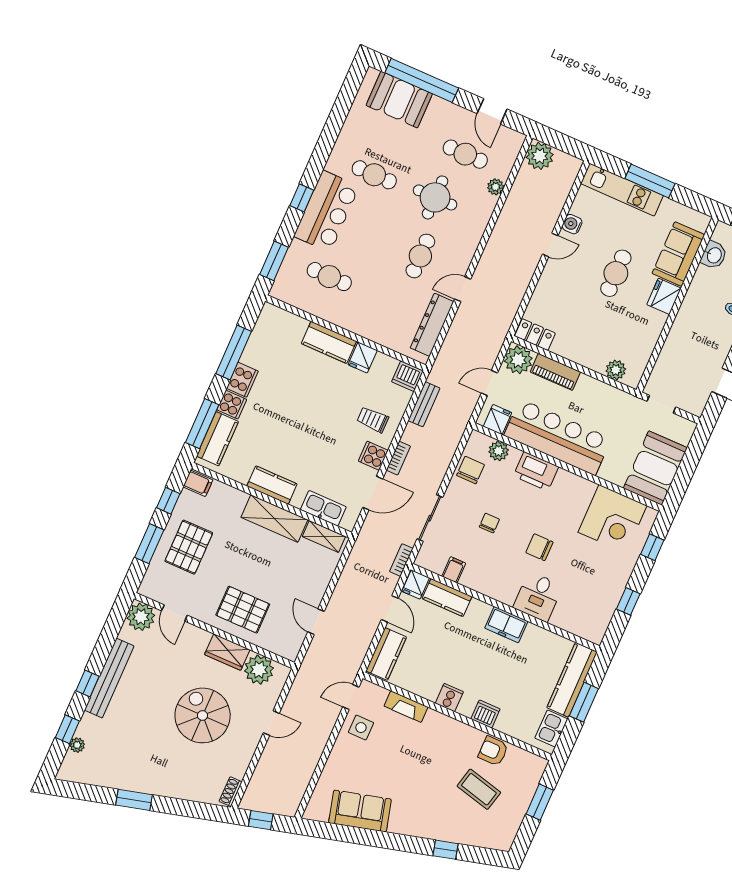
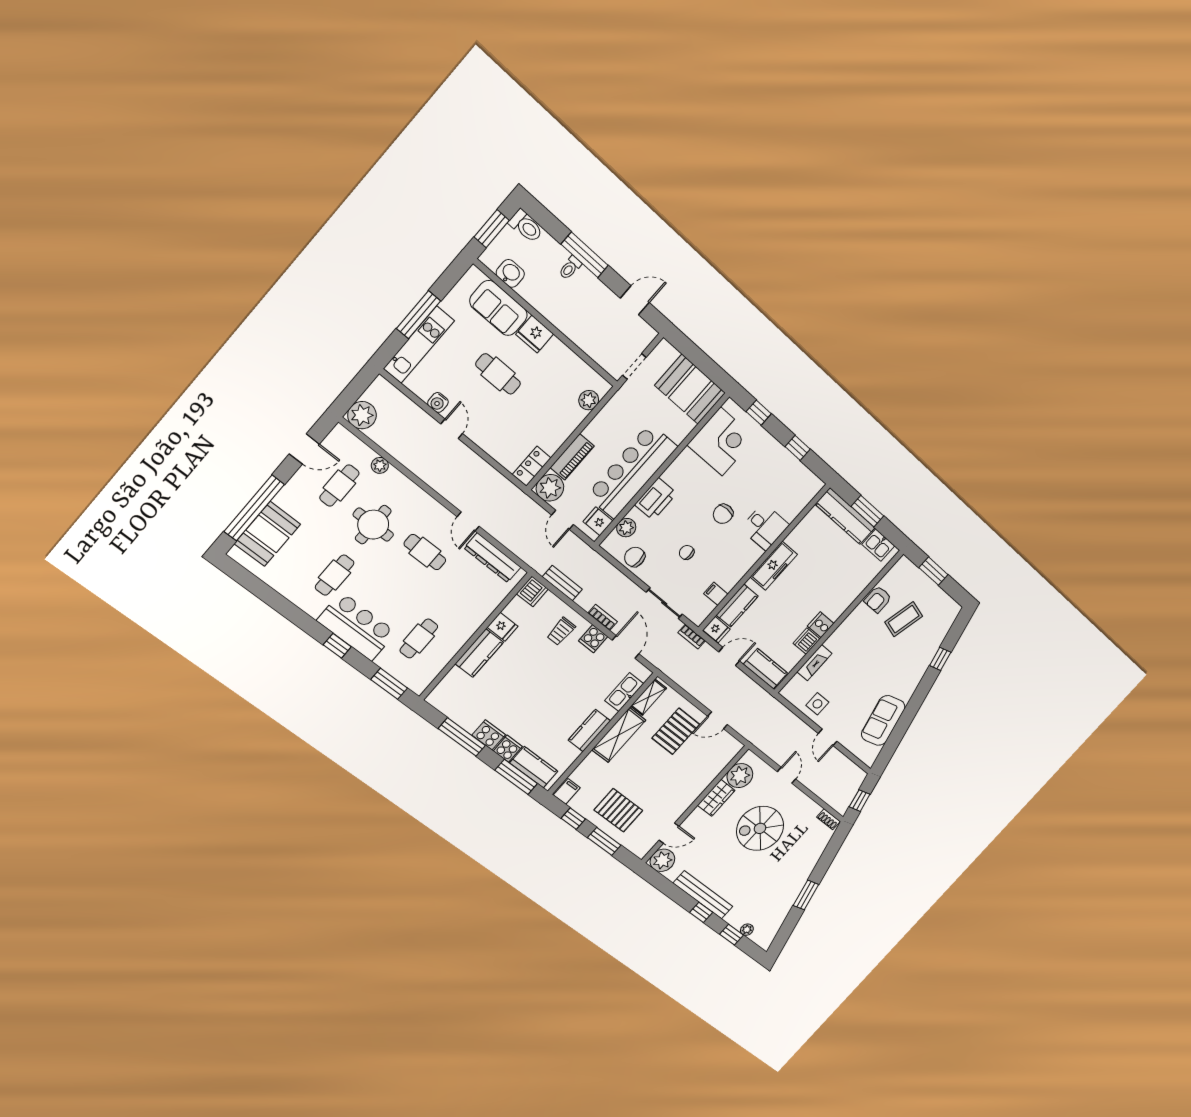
pallet: (243, 610) -> (676, 731), moved
freezer: (506, 625) -> (774, 566), width x1.40
door: (351, 697) -> (828, 737), moved
dishwasher: (485, 714) -> (807, 641), moved

